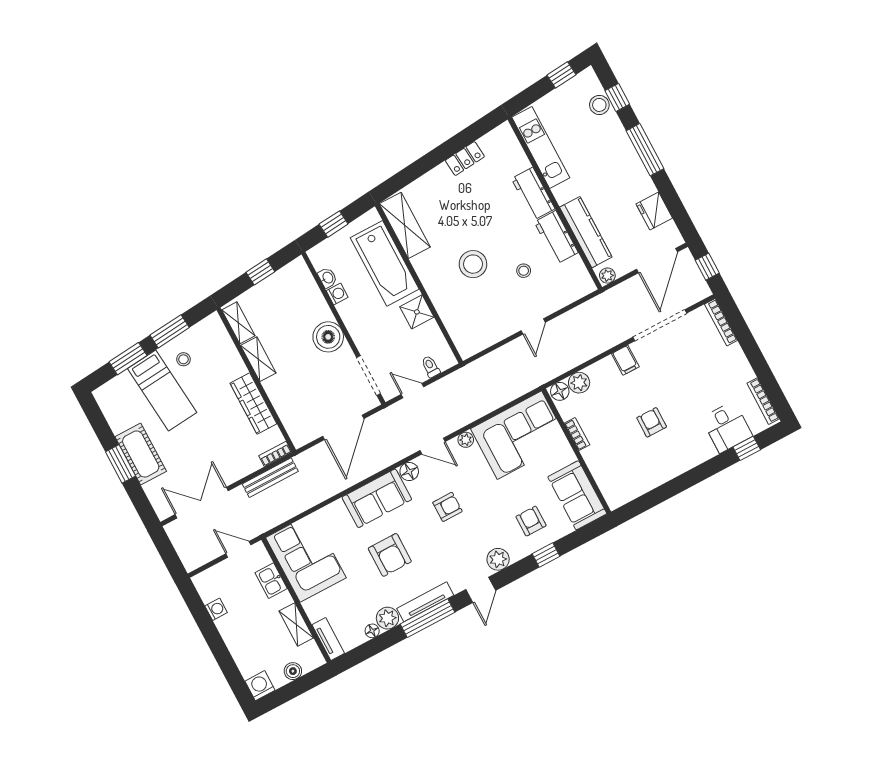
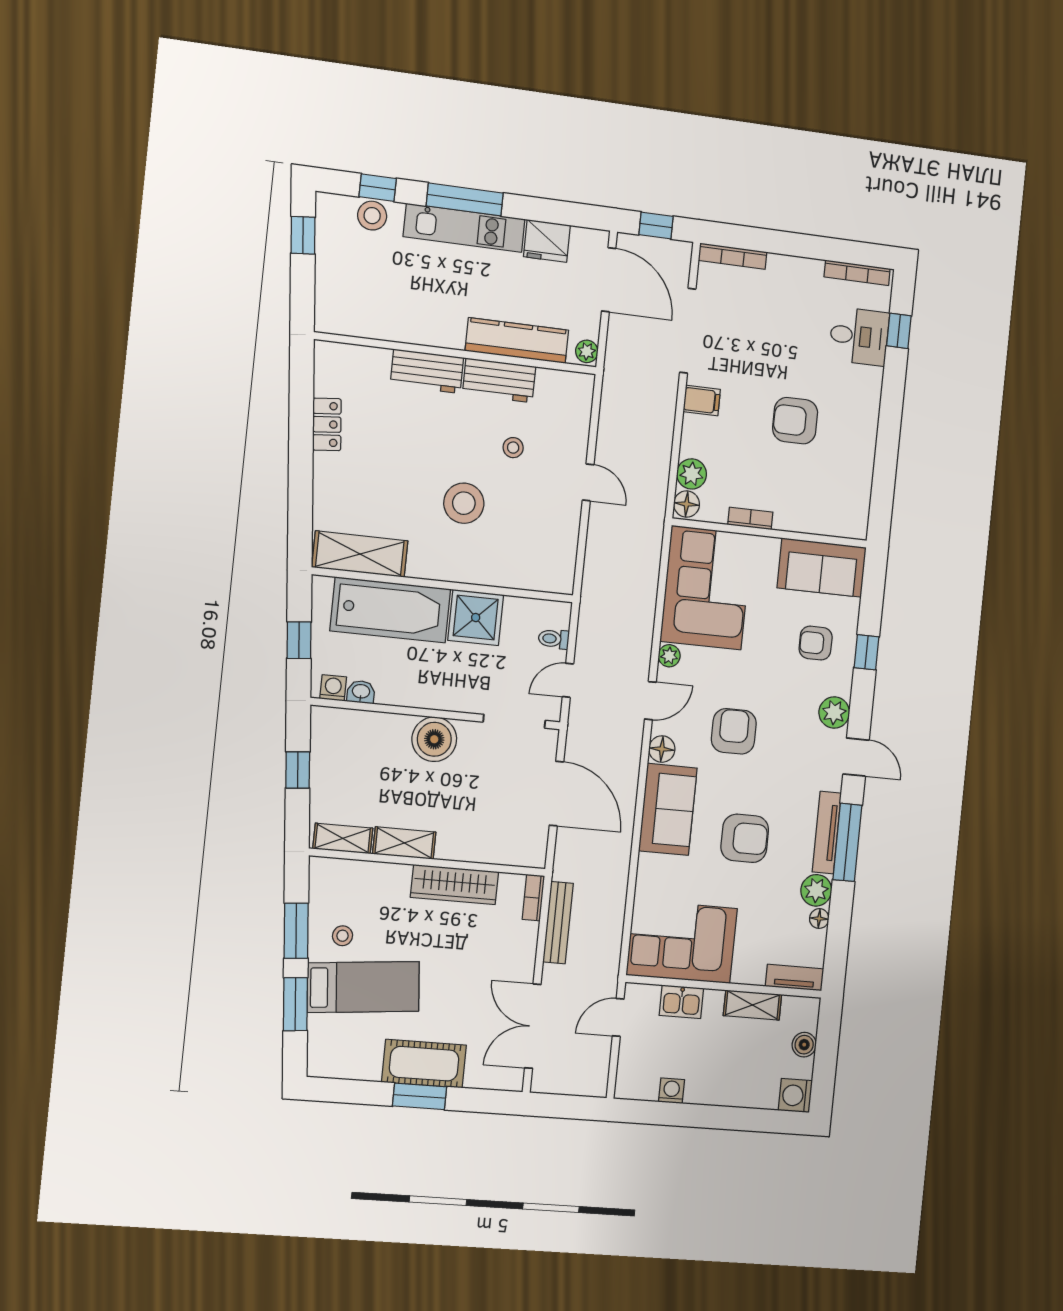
kitchen unit: (541, 147) -> (464, 228), moved, turned 180
washing machine: (337, 294) -> (333, 688), moved
shower: (417, 312) -> (476, 618), width x1.36, depth x1.36
armchair: (652, 422) -> (795, 421), width x1.38, depth x1.38
armchair: (447, 507) -> (734, 731), width x1.38, depth x1.38

